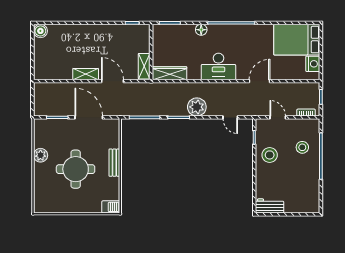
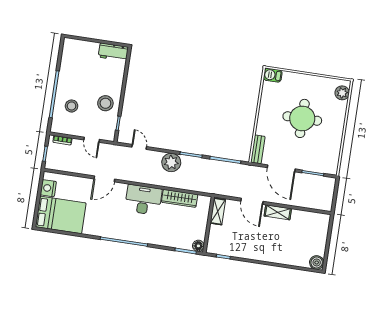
floor lamp: (201, 30) -> (198, 246), moved
wardrobe: (169, 73) -> (180, 198), moved
plant: (41, 155) -> (342, 93), moved
bench: (114, 163) -> (258, 149), moved

